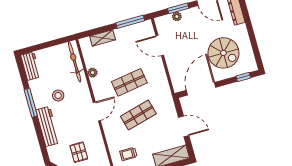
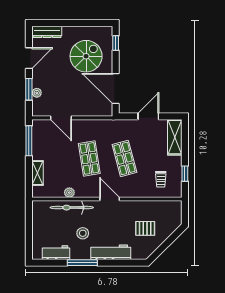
door: (160, 46) -> (61, 118), hinge flipped
bicycle: (75, 62) -> (72, 208), moved
workbench: (31, 66) -> (56, 253), moved

